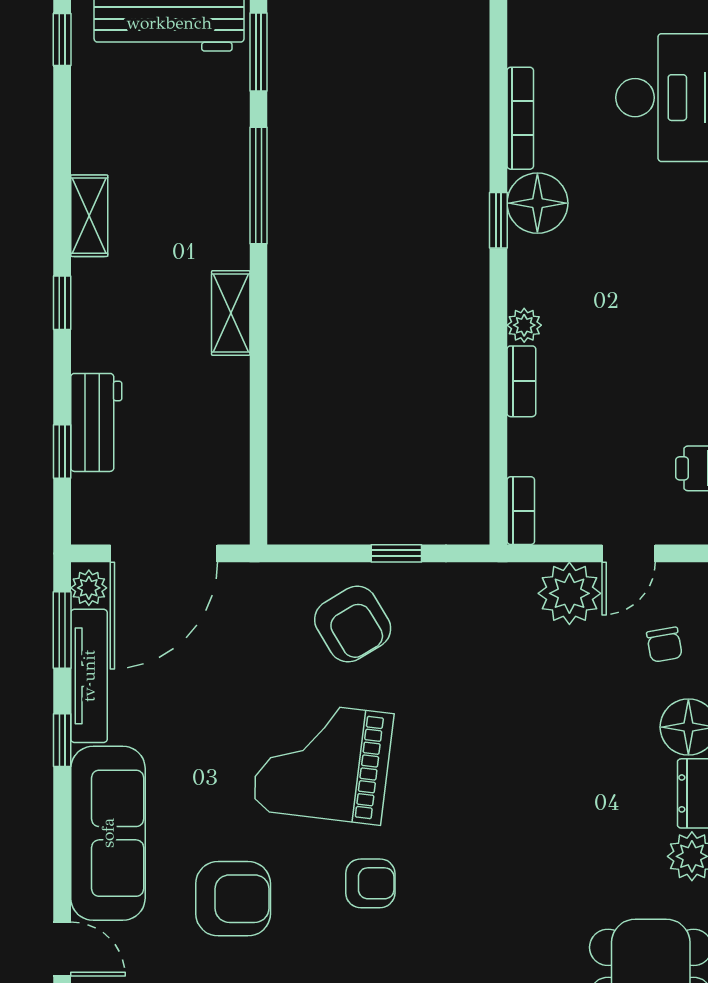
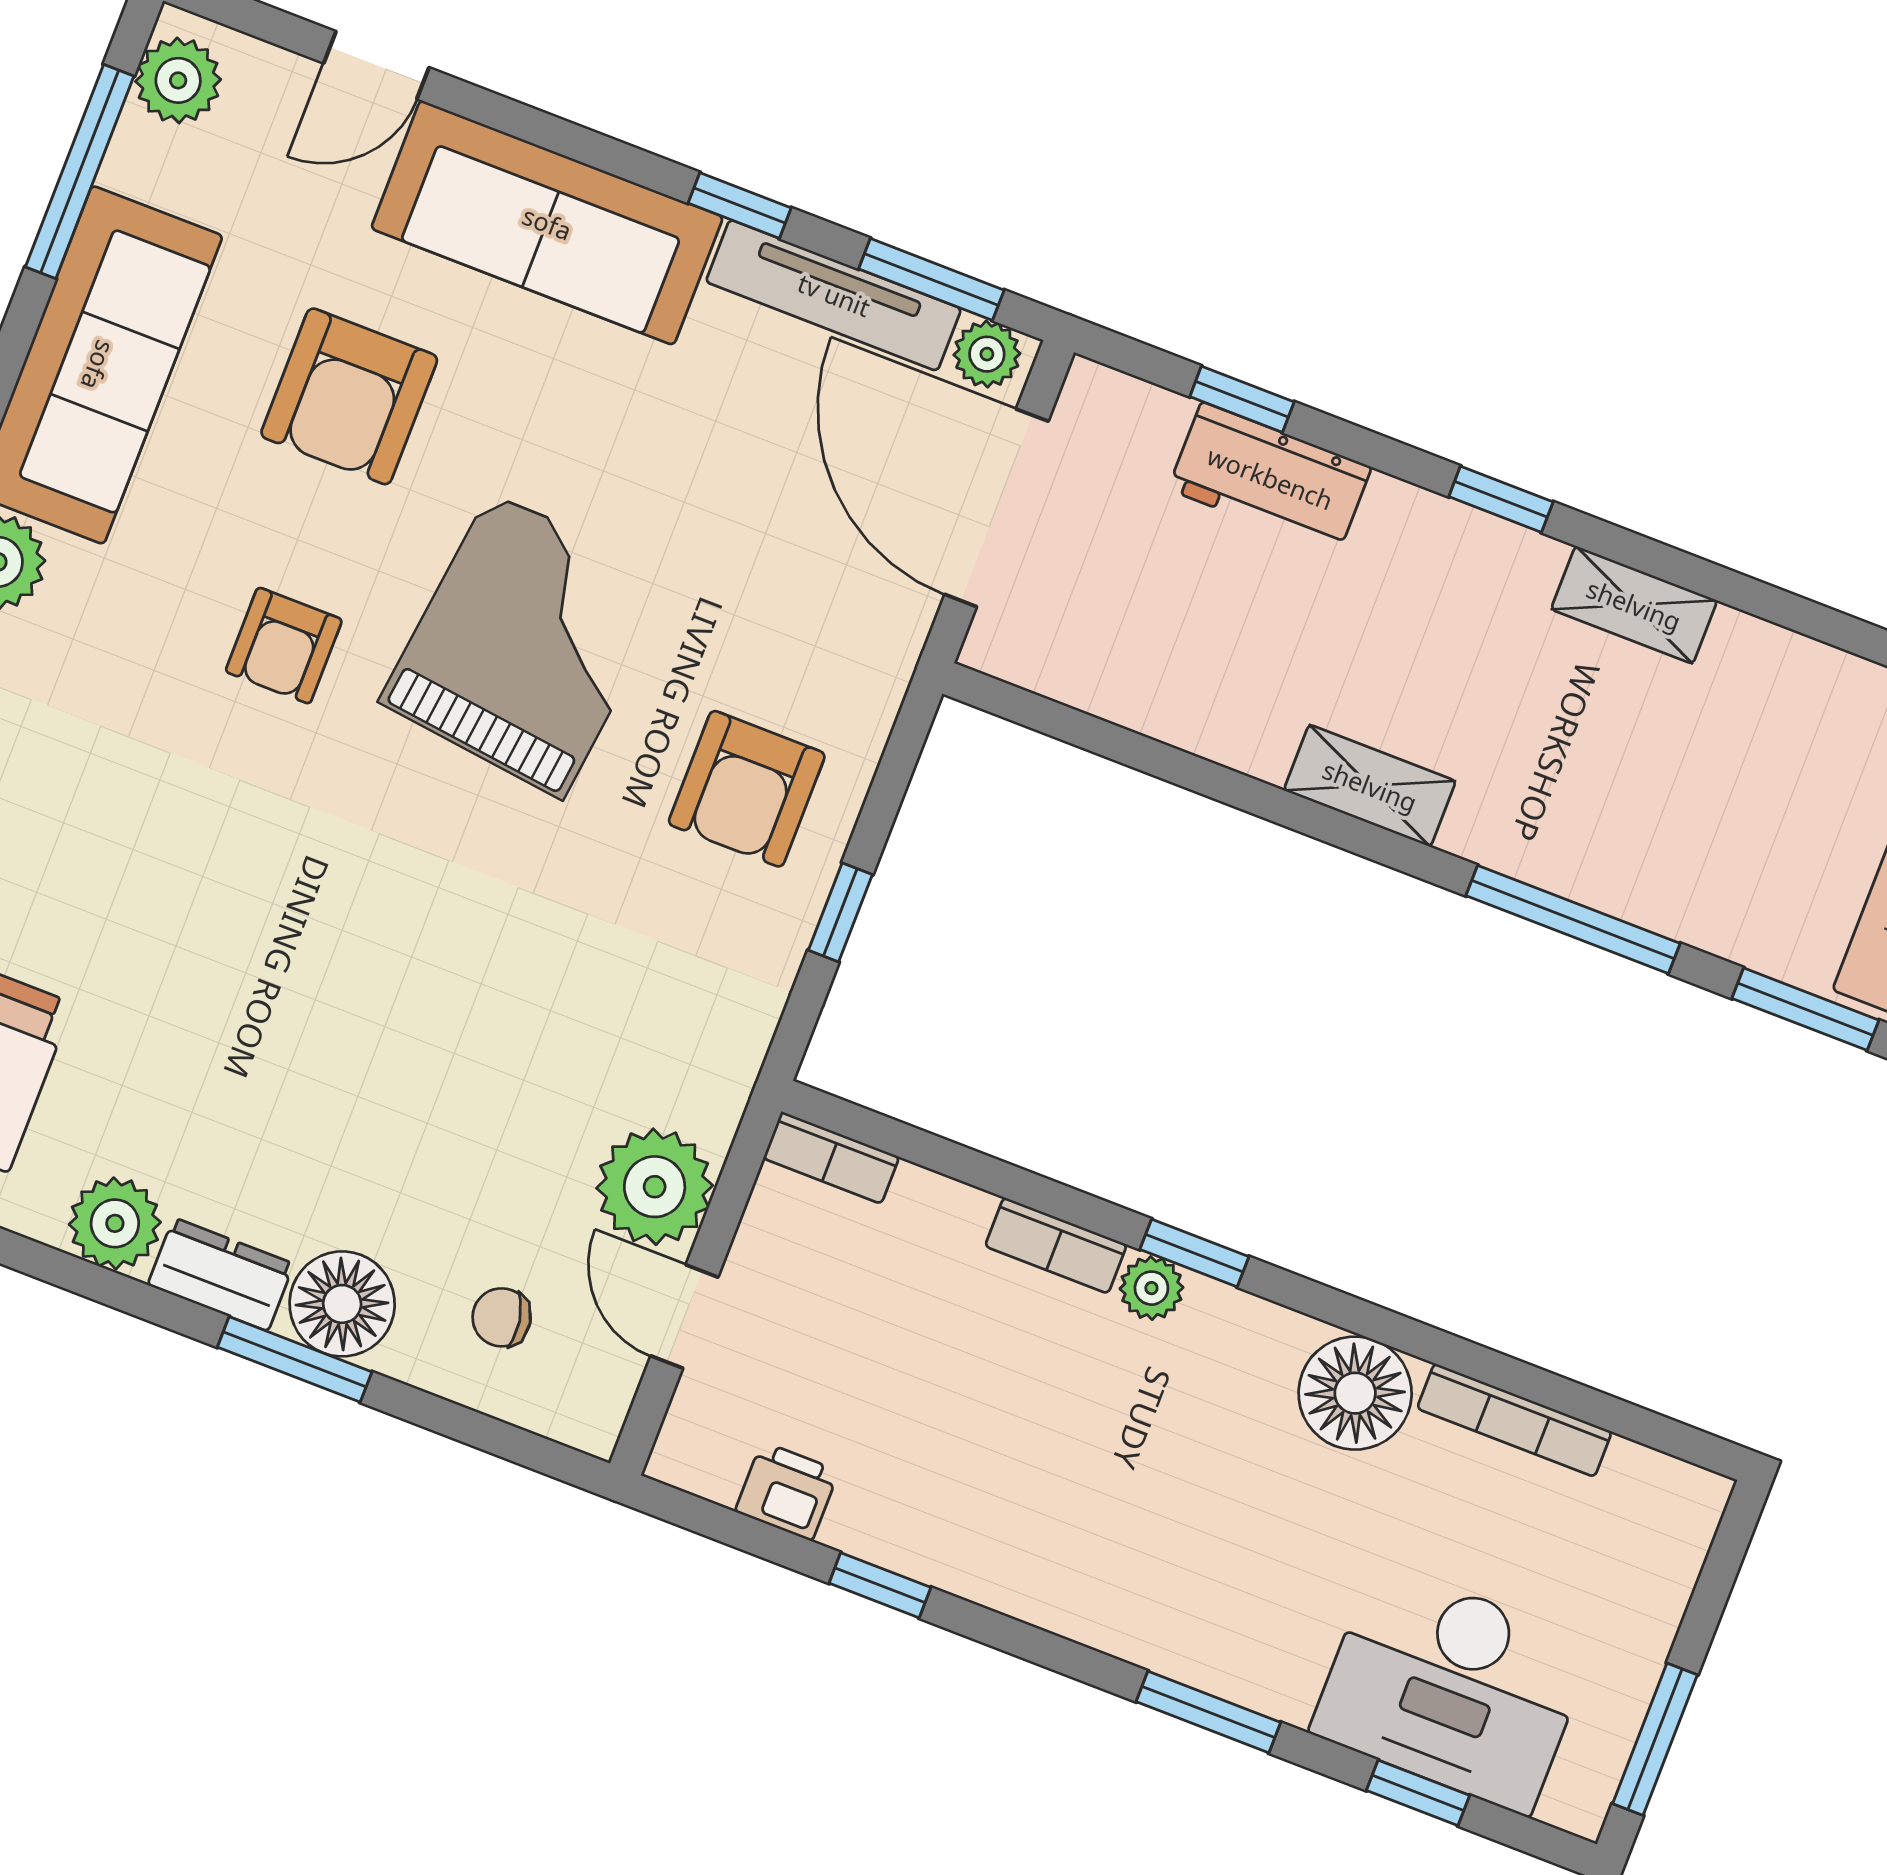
window: (498, 220) -> (1194, 1253), moved
armchair: (353, 624) -> (747, 789), turned -59

